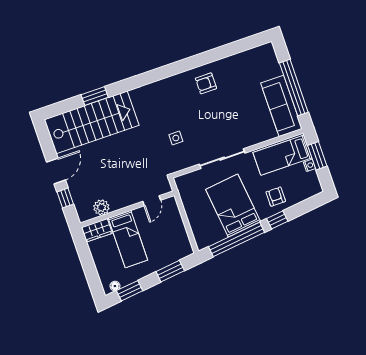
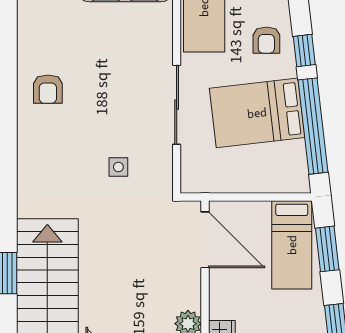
armchair: (276, 197) -> (266, 40), turned -90
door: (152, 201) -> (205, 240), width x1.88
bed: (128, 239) -> (292, 245), moved, turned 90

